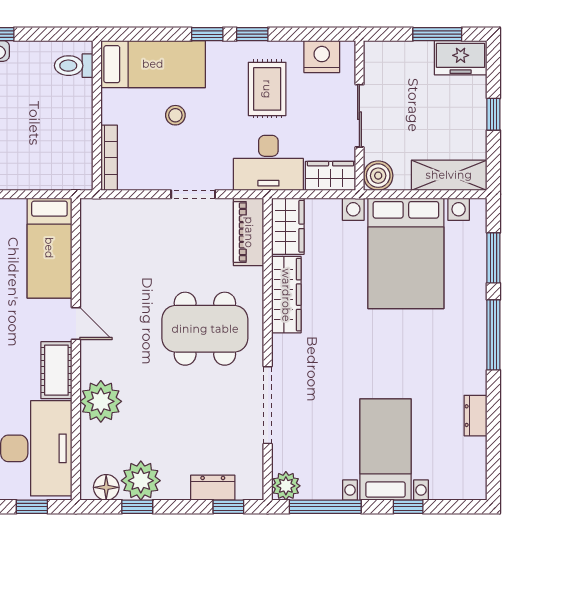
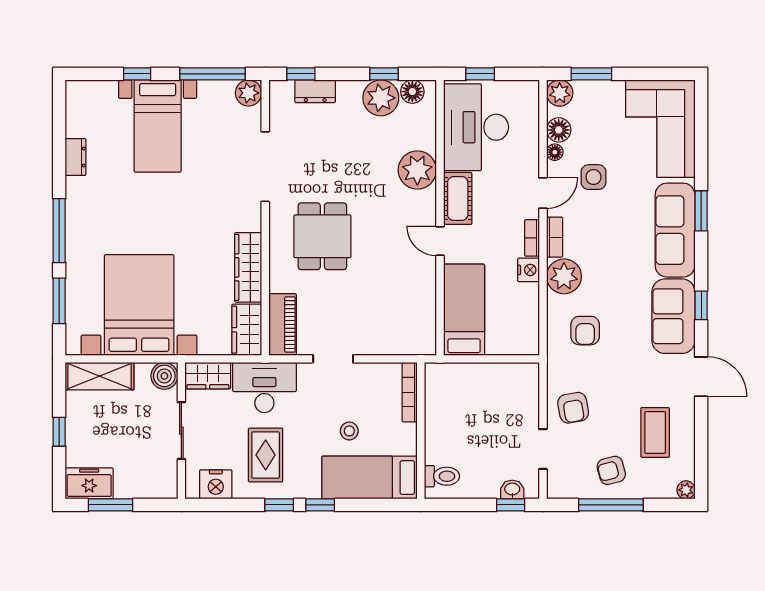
dining table: (205, 329) -> (322, 236), width x0.73

